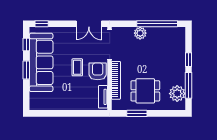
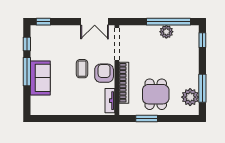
plant: (140, 33) -> (166, 32), moved
window: (188, 60) -> (202, 40), moved
sofa: (41, 62) -> (40, 78), width x0.54, depth x0.79
window: (26, 70) -> (27, 72), width x1.44
dining table: (145, 91) -> (156, 94), turned 90

